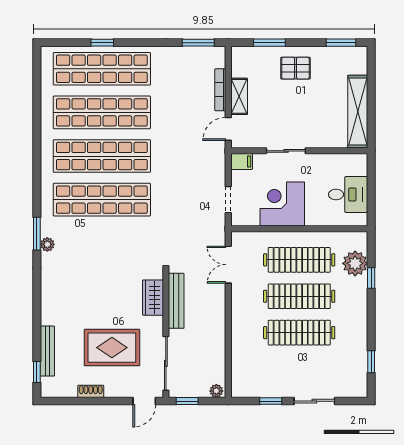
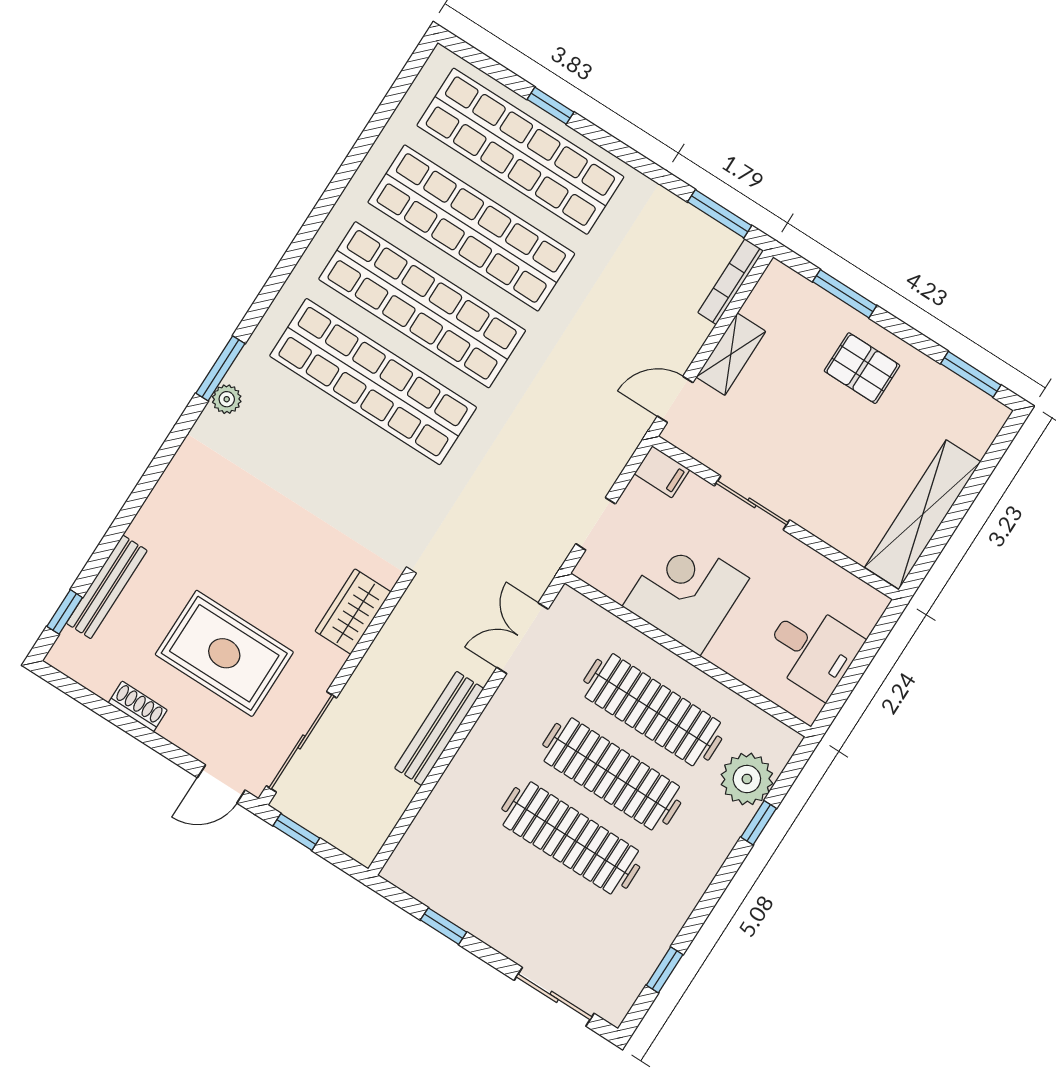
bookcase: (220, 90) -> (731, 282), moved
bench: (176, 301) -> (439, 728), moved
plant: (216, 391) -> (359, 847), removed
sliding door: (314, 401) -> (554, 997), moved

